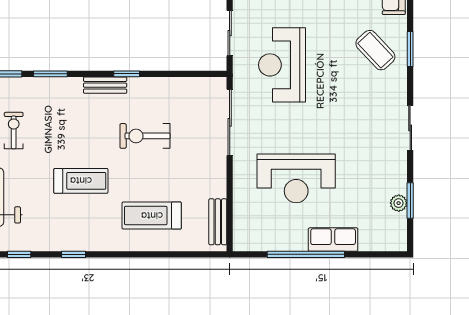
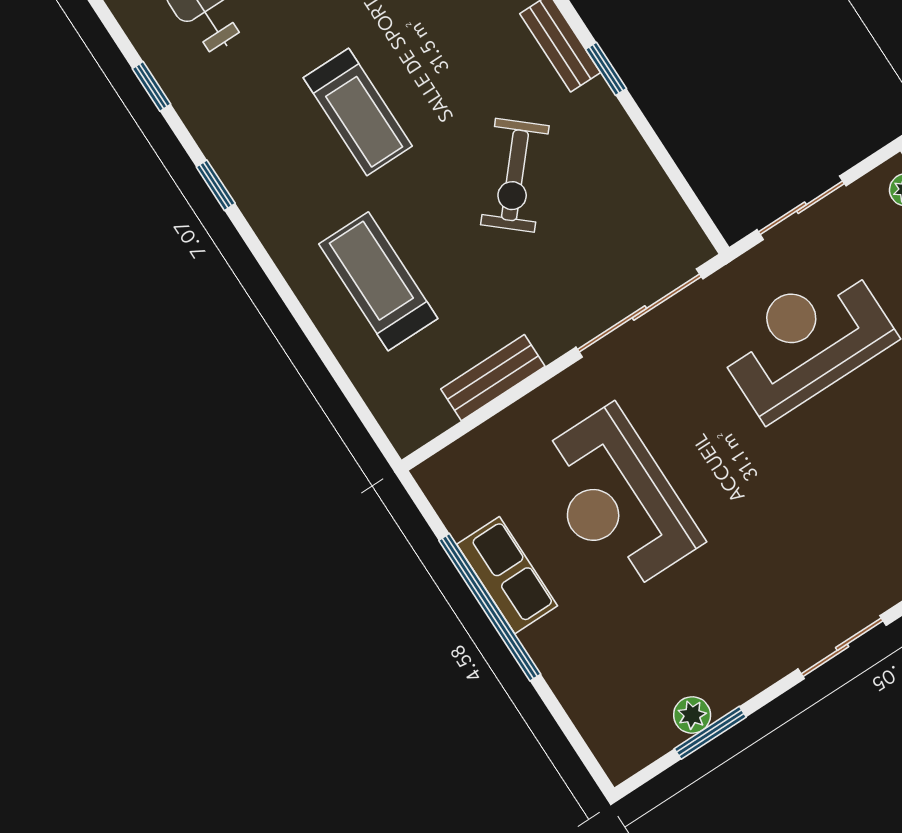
exercise bike: (145, 136) -> (515, 175), turned -139
bench: (218, 222) -> (493, 378), moved
row of seats: (333, 240) -> (507, 575), moved

